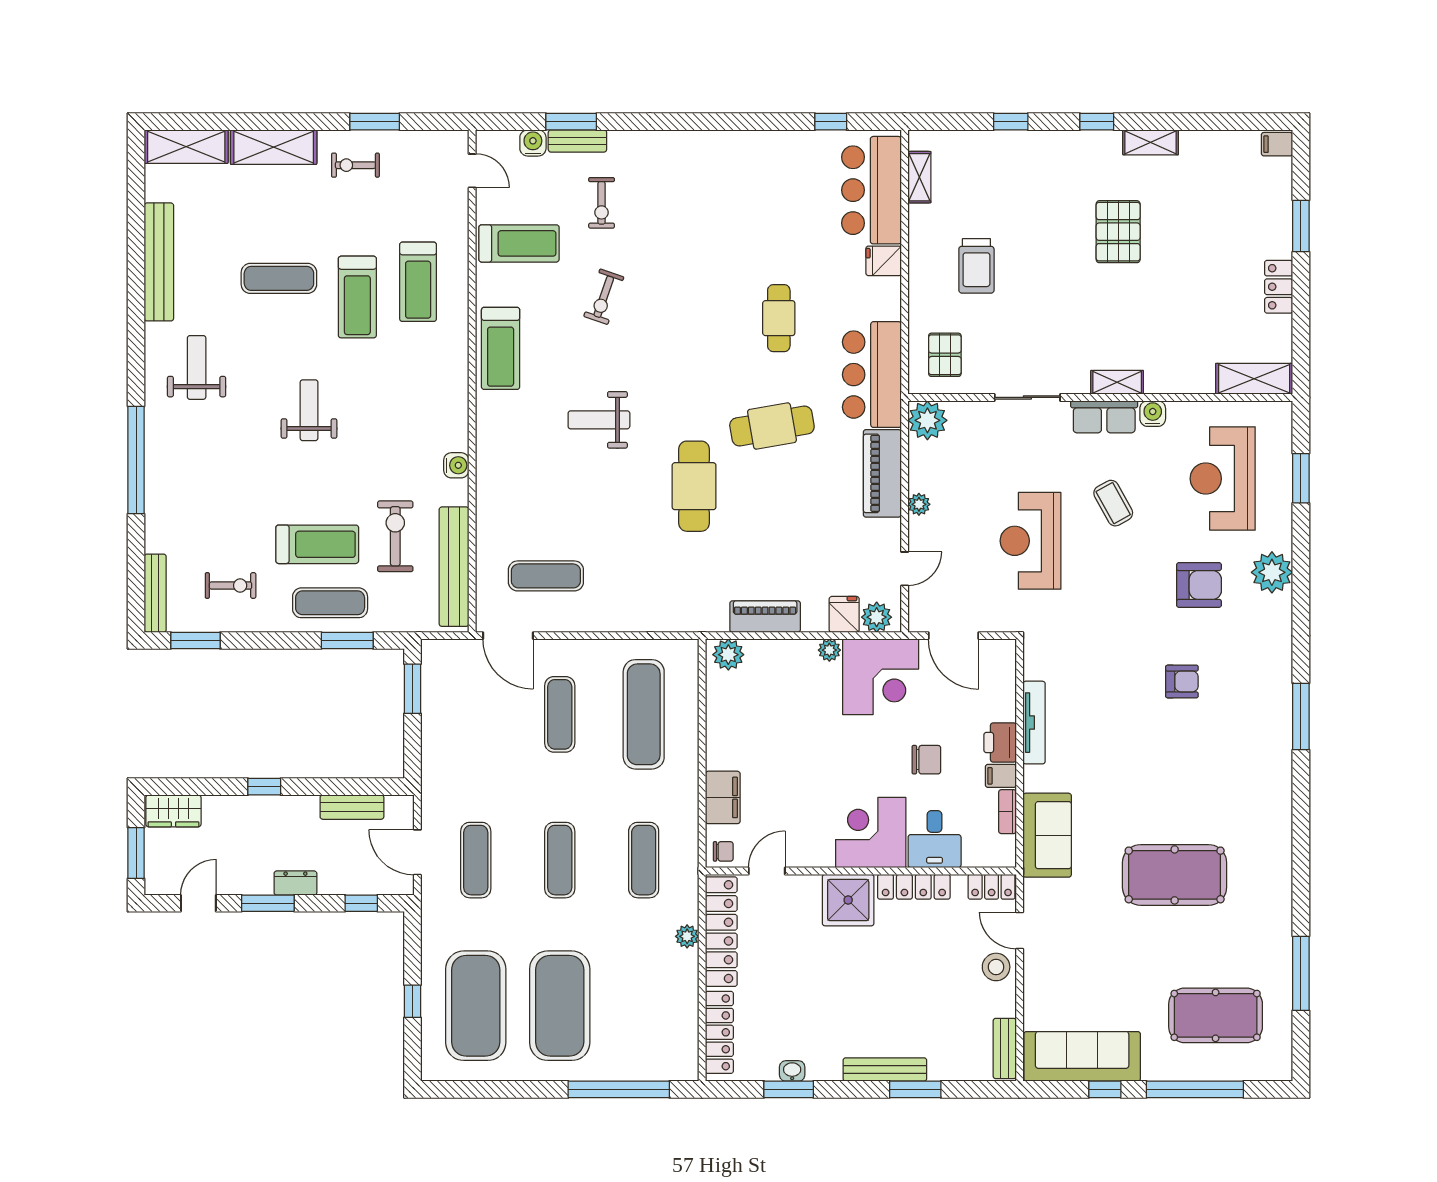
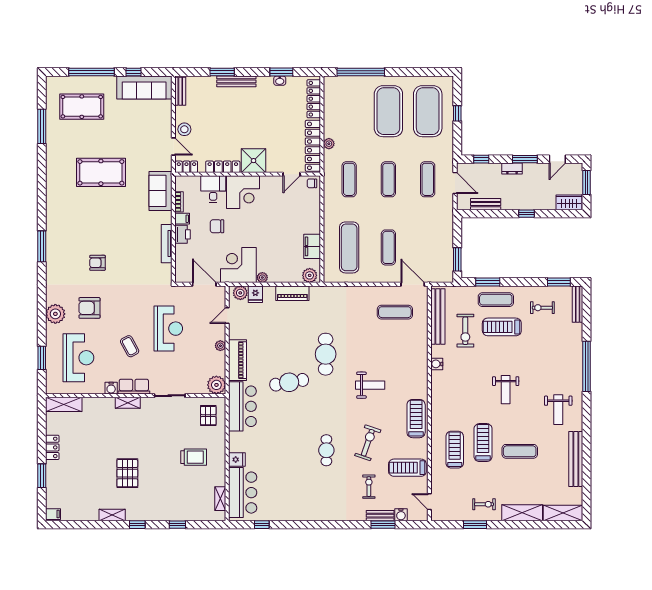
trolley: (976, 266) -> (194, 457), turned 90
exercise bike: (604, 297) -> (368, 443), width x1.38, depth x1.39
cafe table: (779, 318) -> (326, 450), moved
filing cabinet: (723, 797) -> (312, 246), moved

